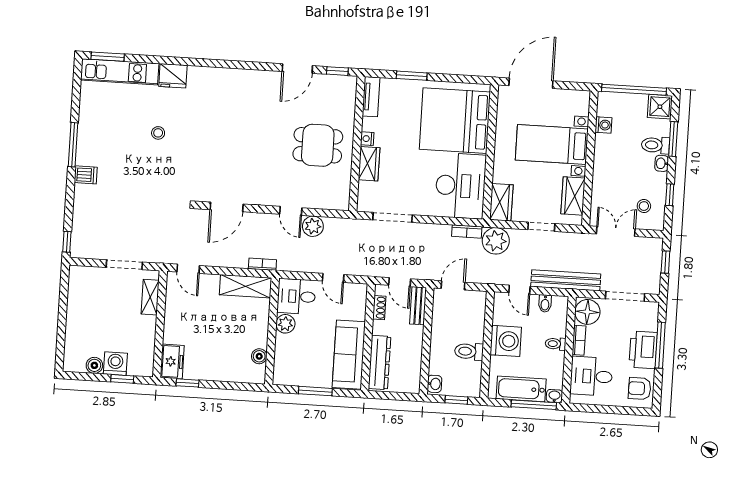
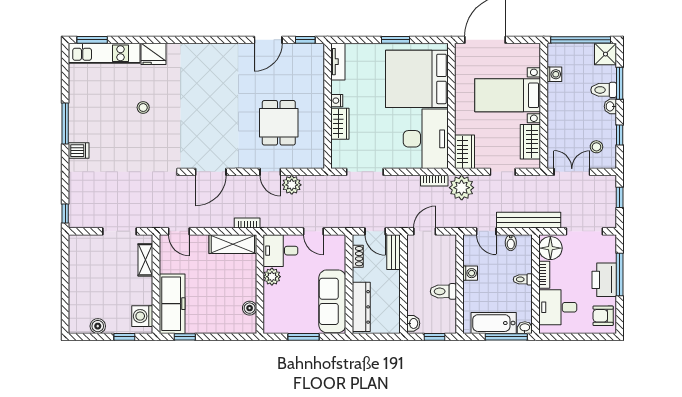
window: (412, 76) -> (396, 40), moved
dining table: (318, 145) -> (279, 123), moved, turned 90
washing machine: (506, 341) -> (470, 273), width x0.53, depth x0.53
freezer: (172, 361) -> (172, 304), width x1.91, depth x1.26
washing machine: (115, 364) -> (142, 316), moved, turned -90

